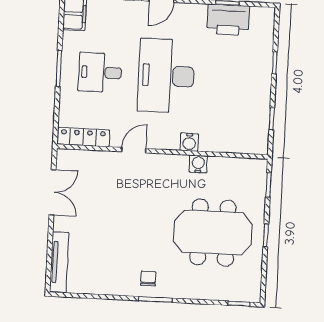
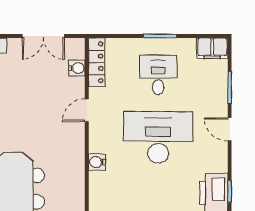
door: (134, 150) -> (87, 110), swing flipped
water cooler: (198, 164) -> (77, 68), moved

